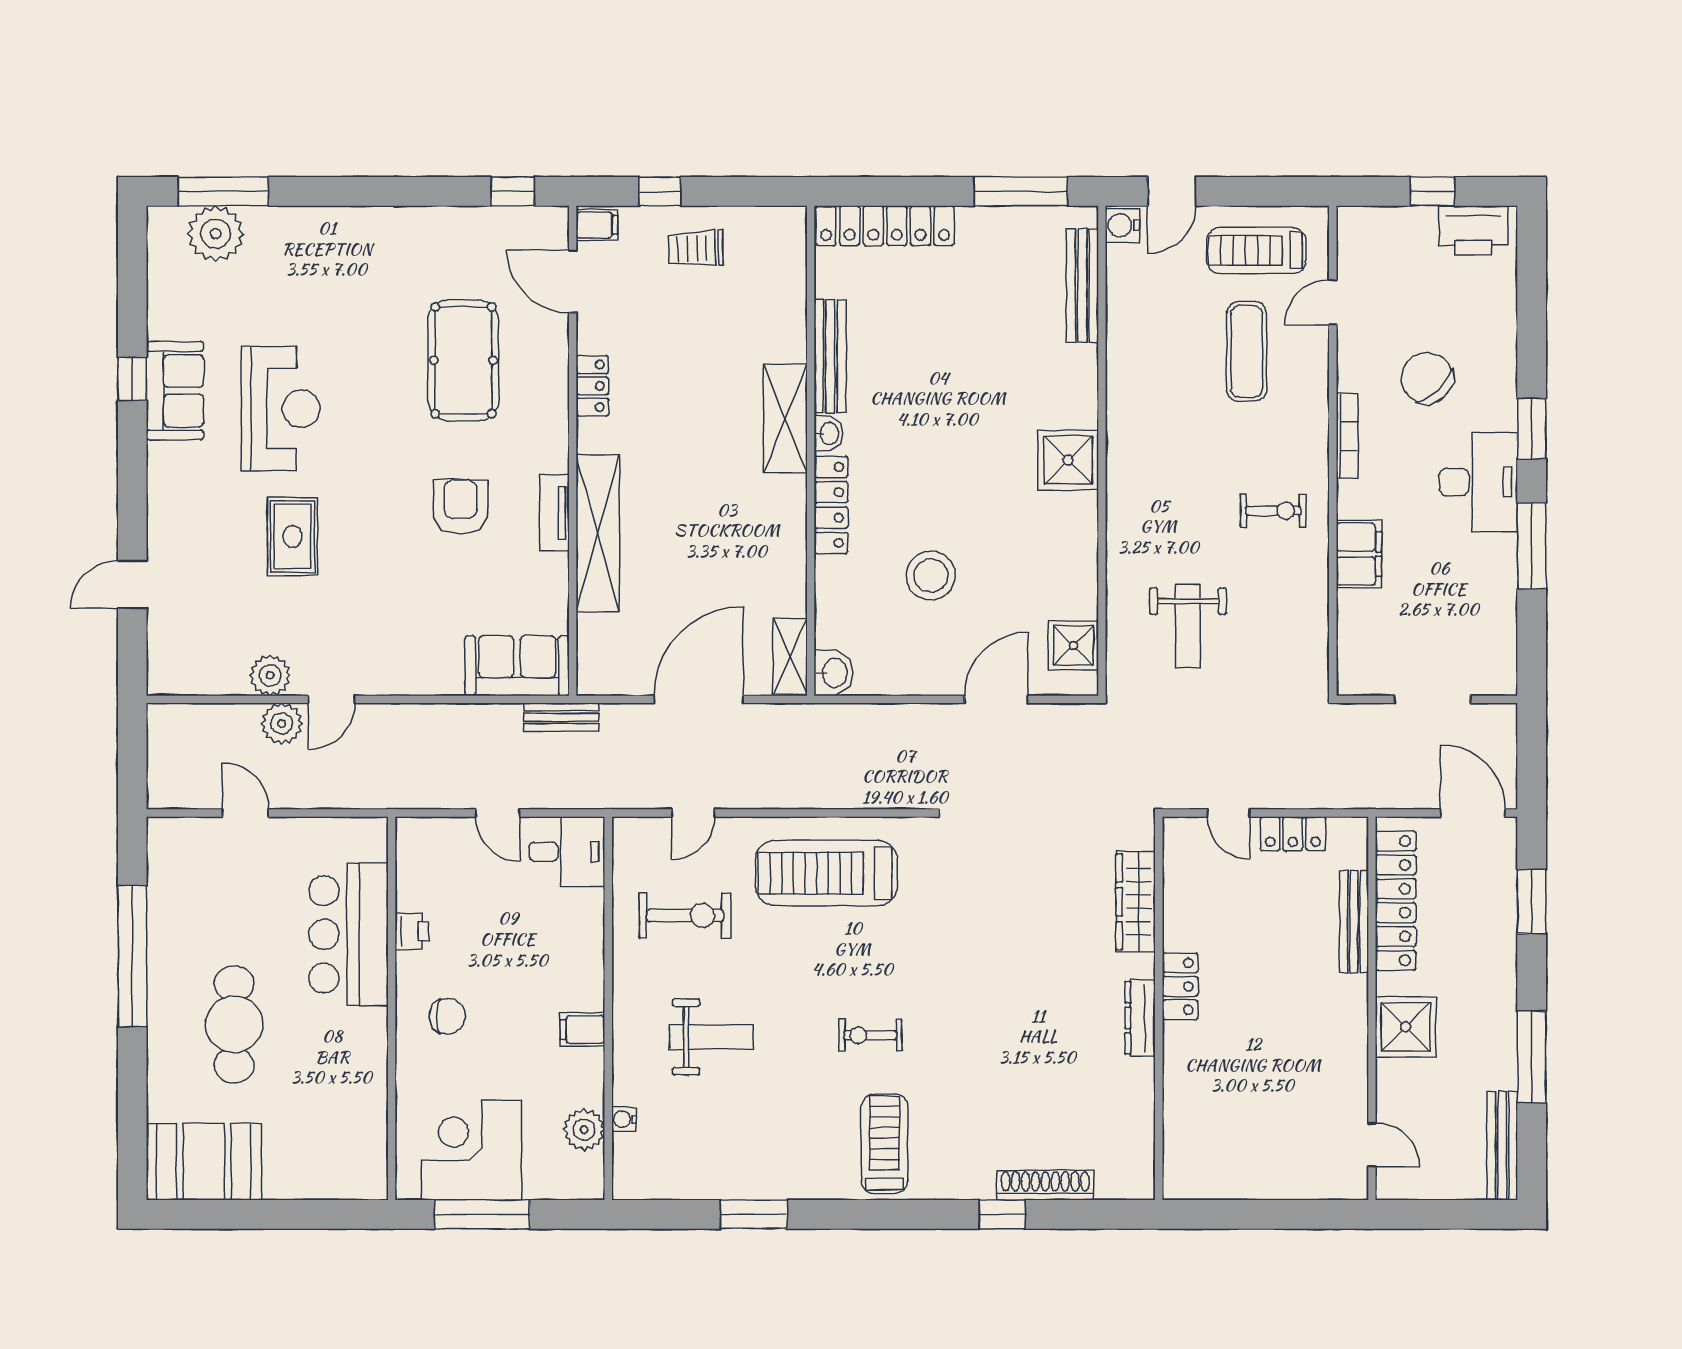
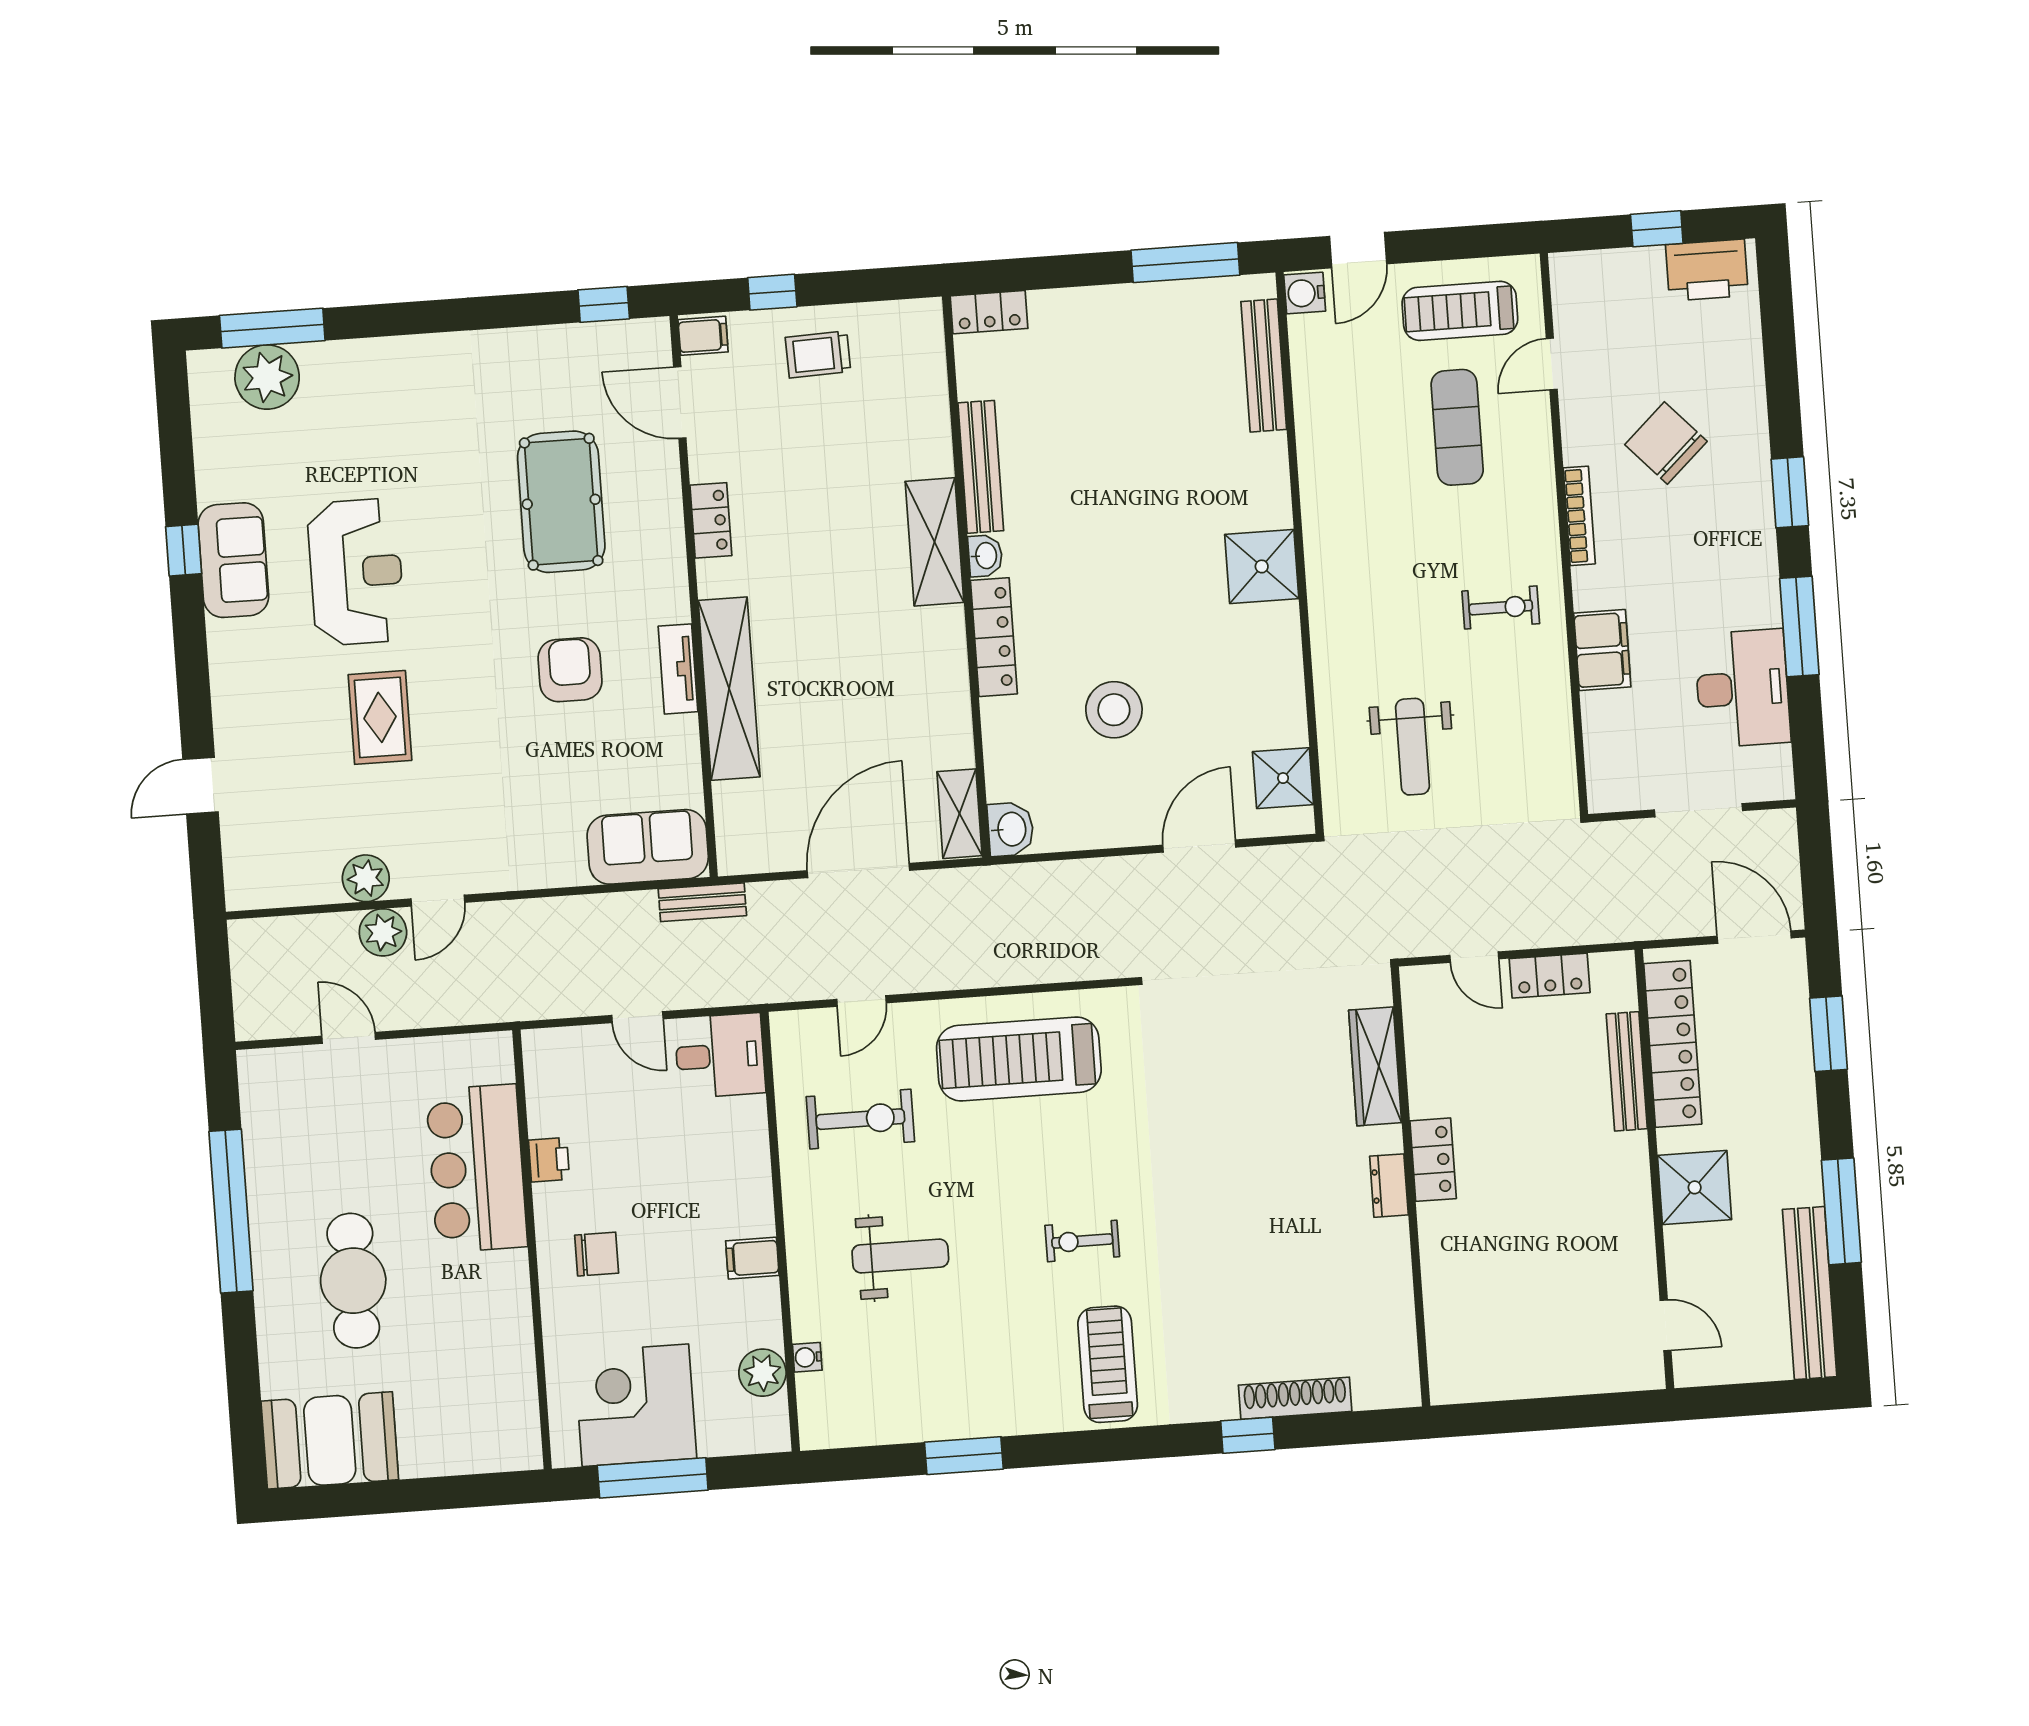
locker: (885, 226) -> (989, 312), width x0.46, depth x0.83
desk: (1478, 482) -> (1742, 688), moved
dresser: (1140, 1018) -> (1389, 1186), width x0.70
bench: (1502, 1146) -> (1810, 1293), width x1.37, depth x1.21

